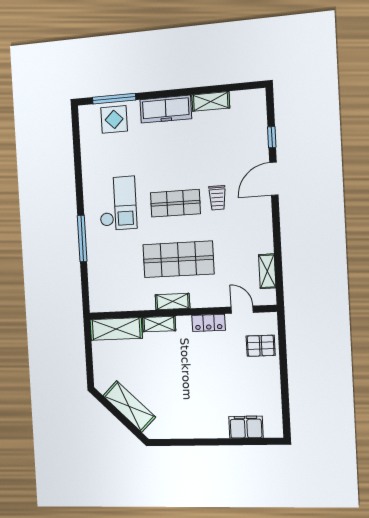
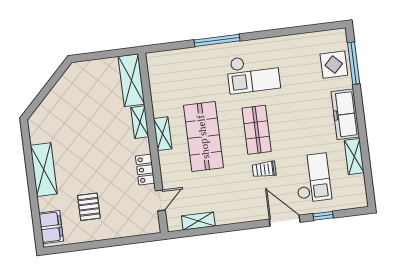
checkout: (230, 147) -> (313, 178), added
pallet: (261, 346) -> (89, 207), moved
shelving: (129, 406) -> (44, 170), moved, turned -45
filing cabinet: (246, 427) -> (51, 227), moved

